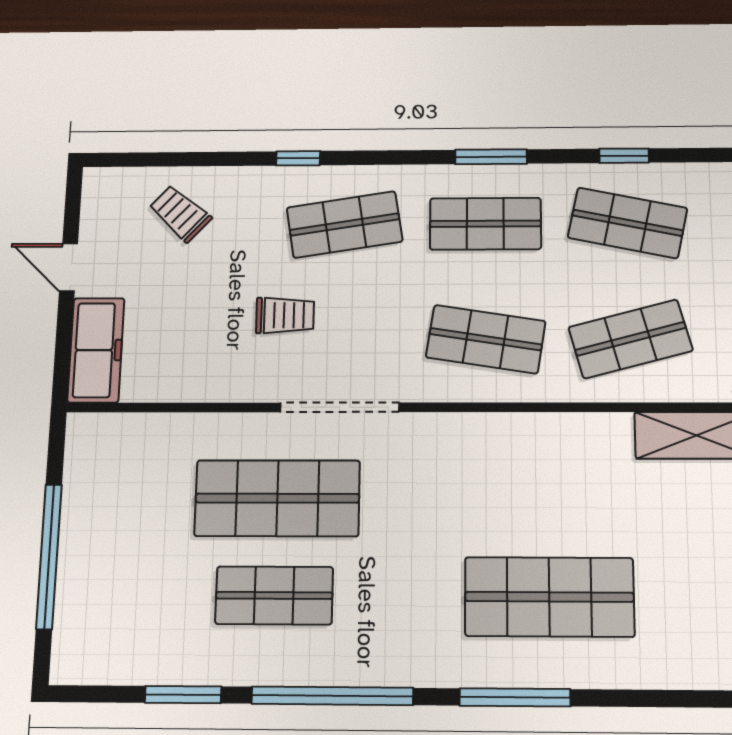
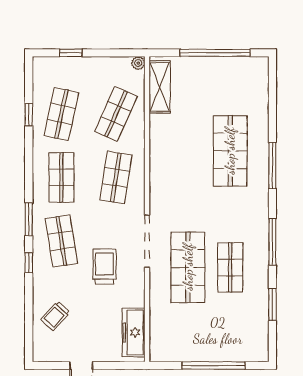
window: (491, 157) -> (29, 219), moved
trolley: (285, 315) -> (104, 267), width x1.36, depth x1.39
shop shelf: (631, 339) -> (116, 114), turned 39
freezer: (96, 350) -> (134, 333), moved, turned -90
window: (332, 696) -> (272, 242), width x0.68

